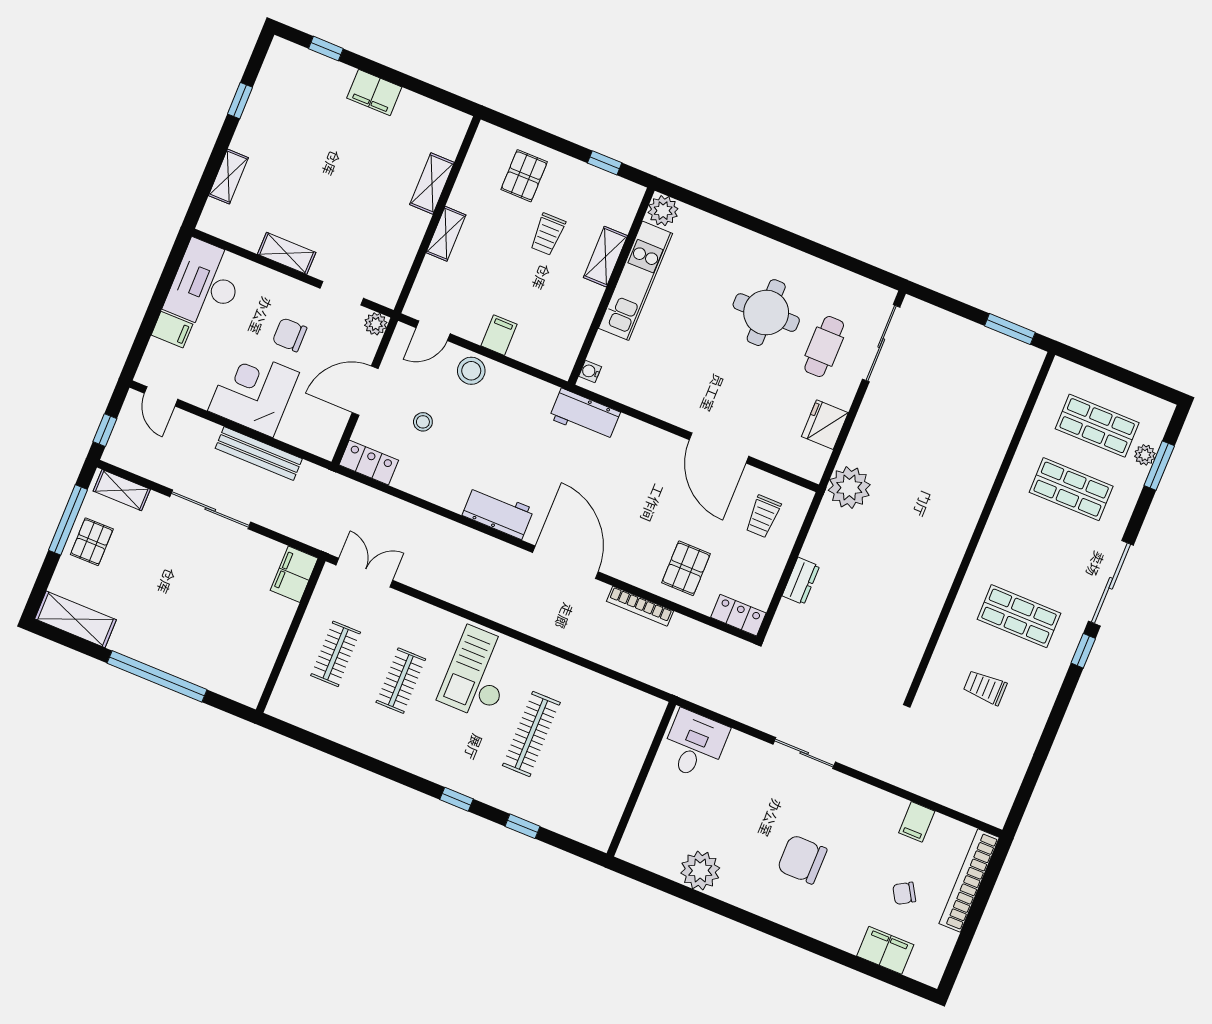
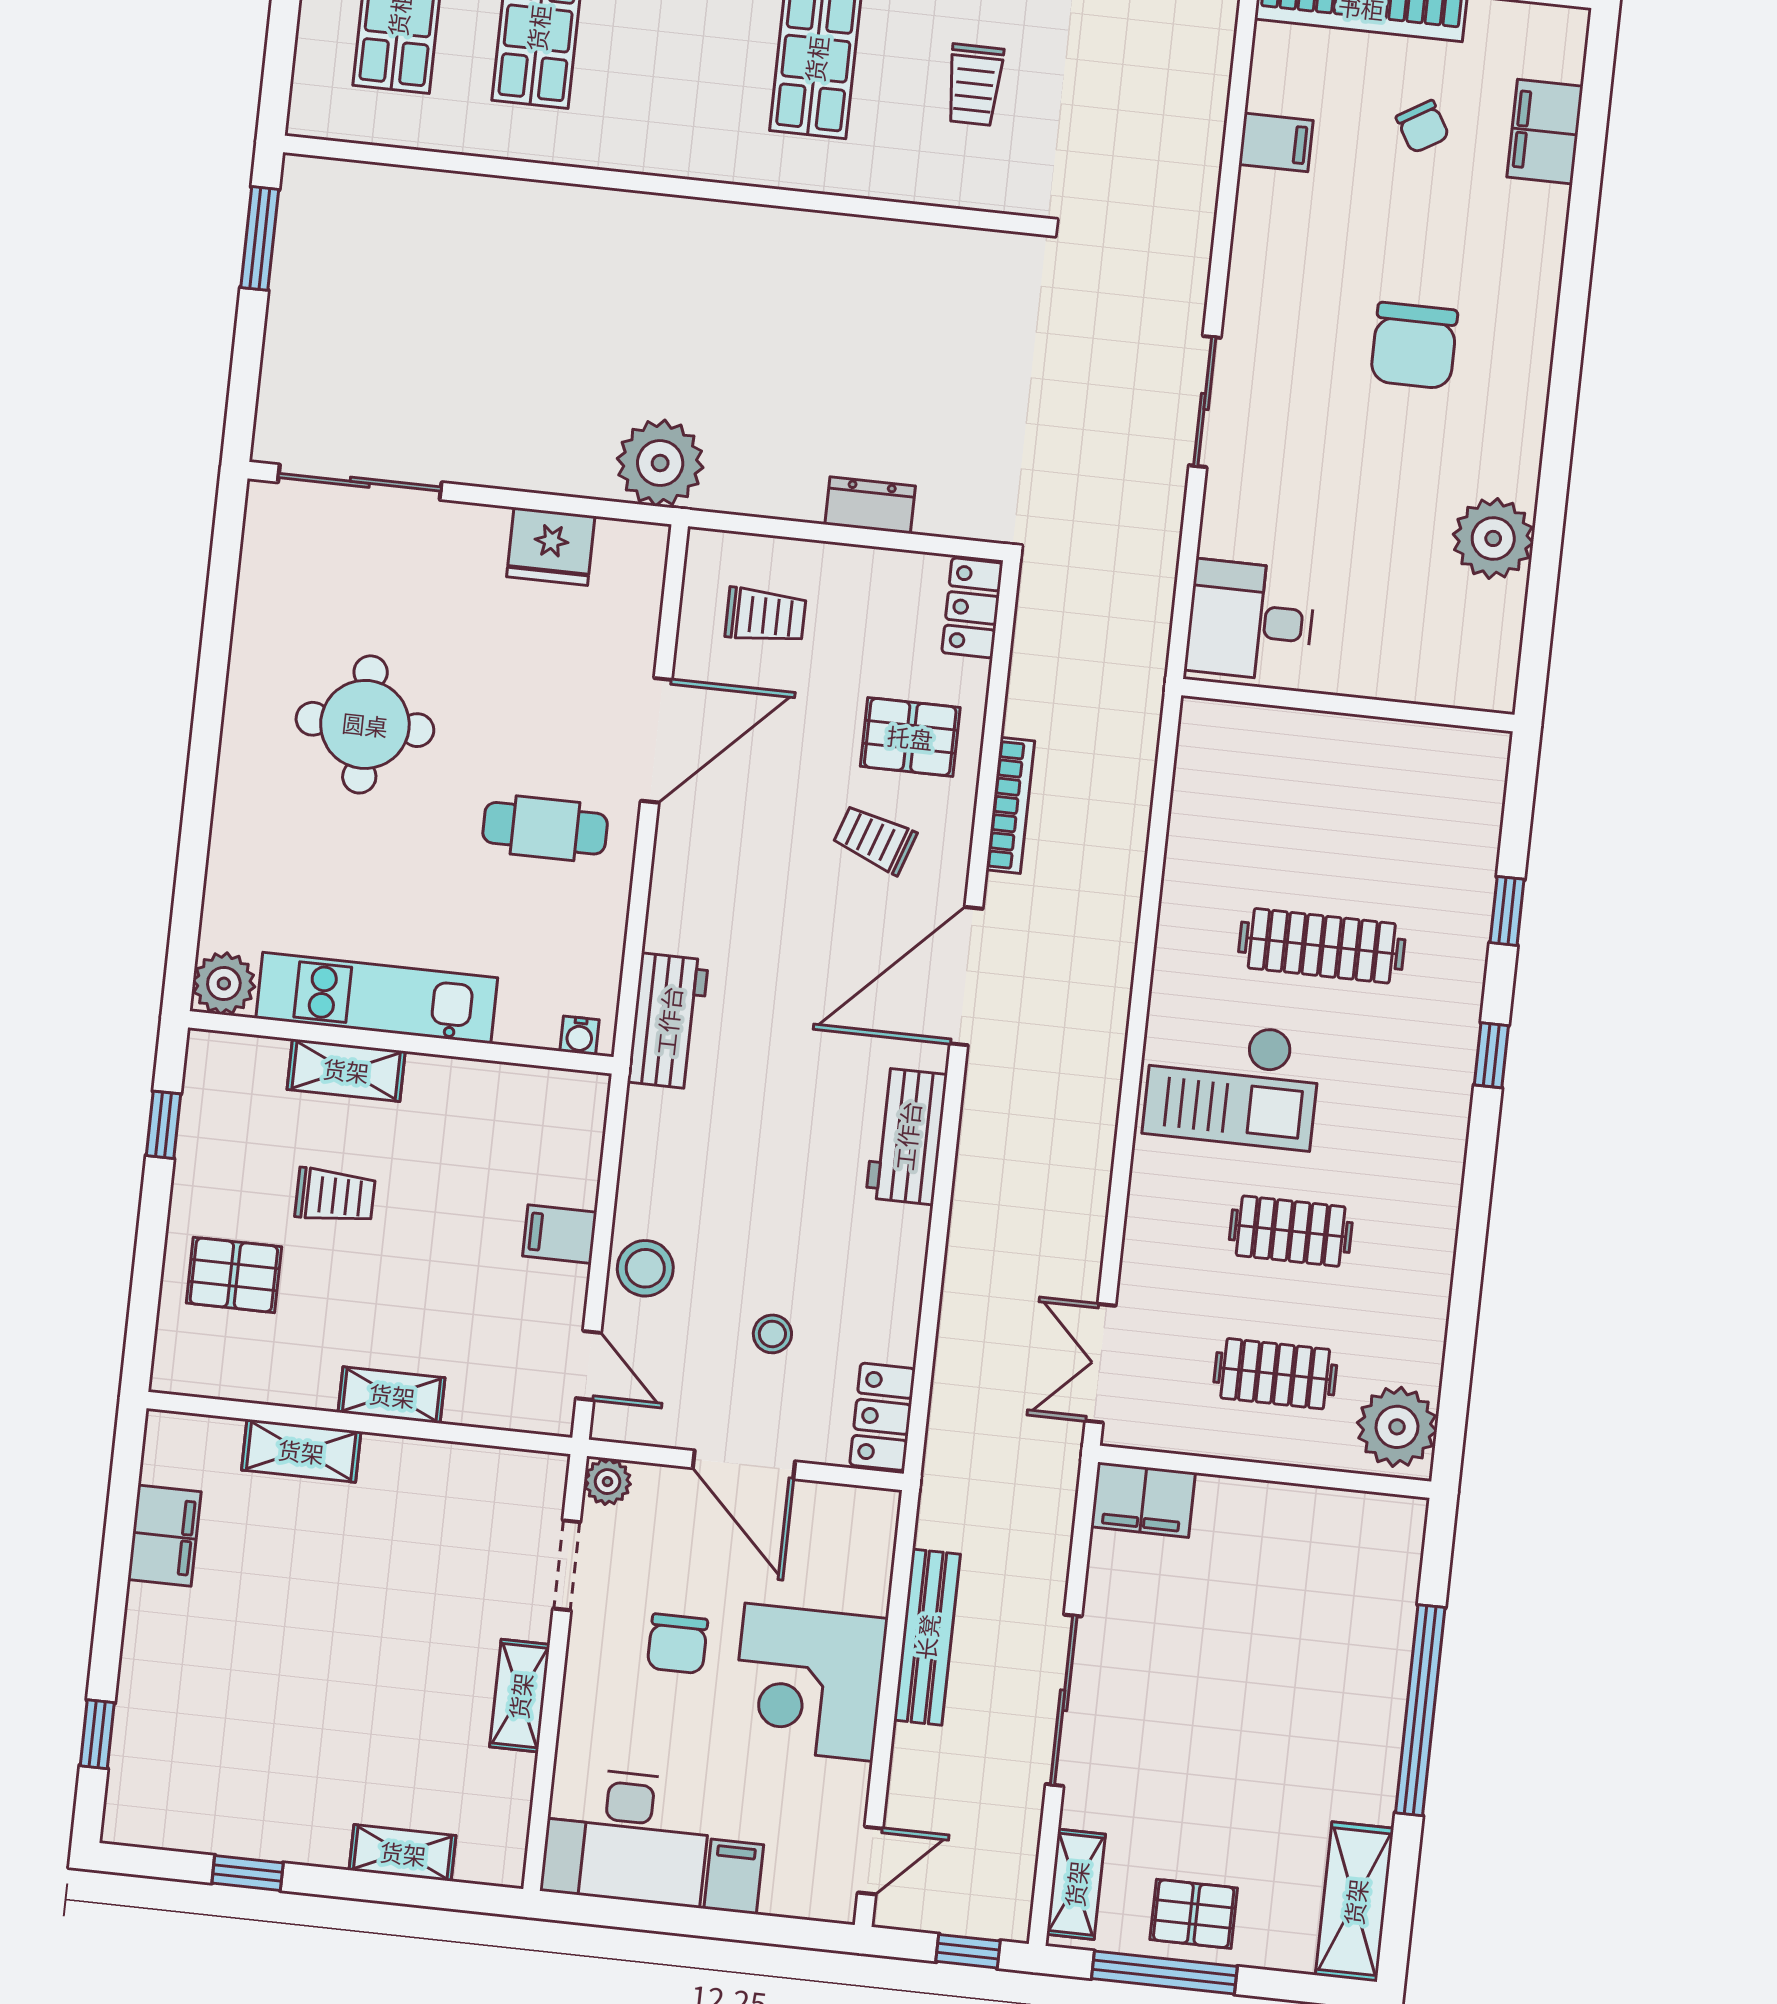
filing cabinet: (374, 93) -> (164, 1536), moved
cafe table: (824, 347) -> (545, 828), moved
trolley: (642, 538) -> (875, 839), added
plant: (294, 704) -> (1397, 1427), added

